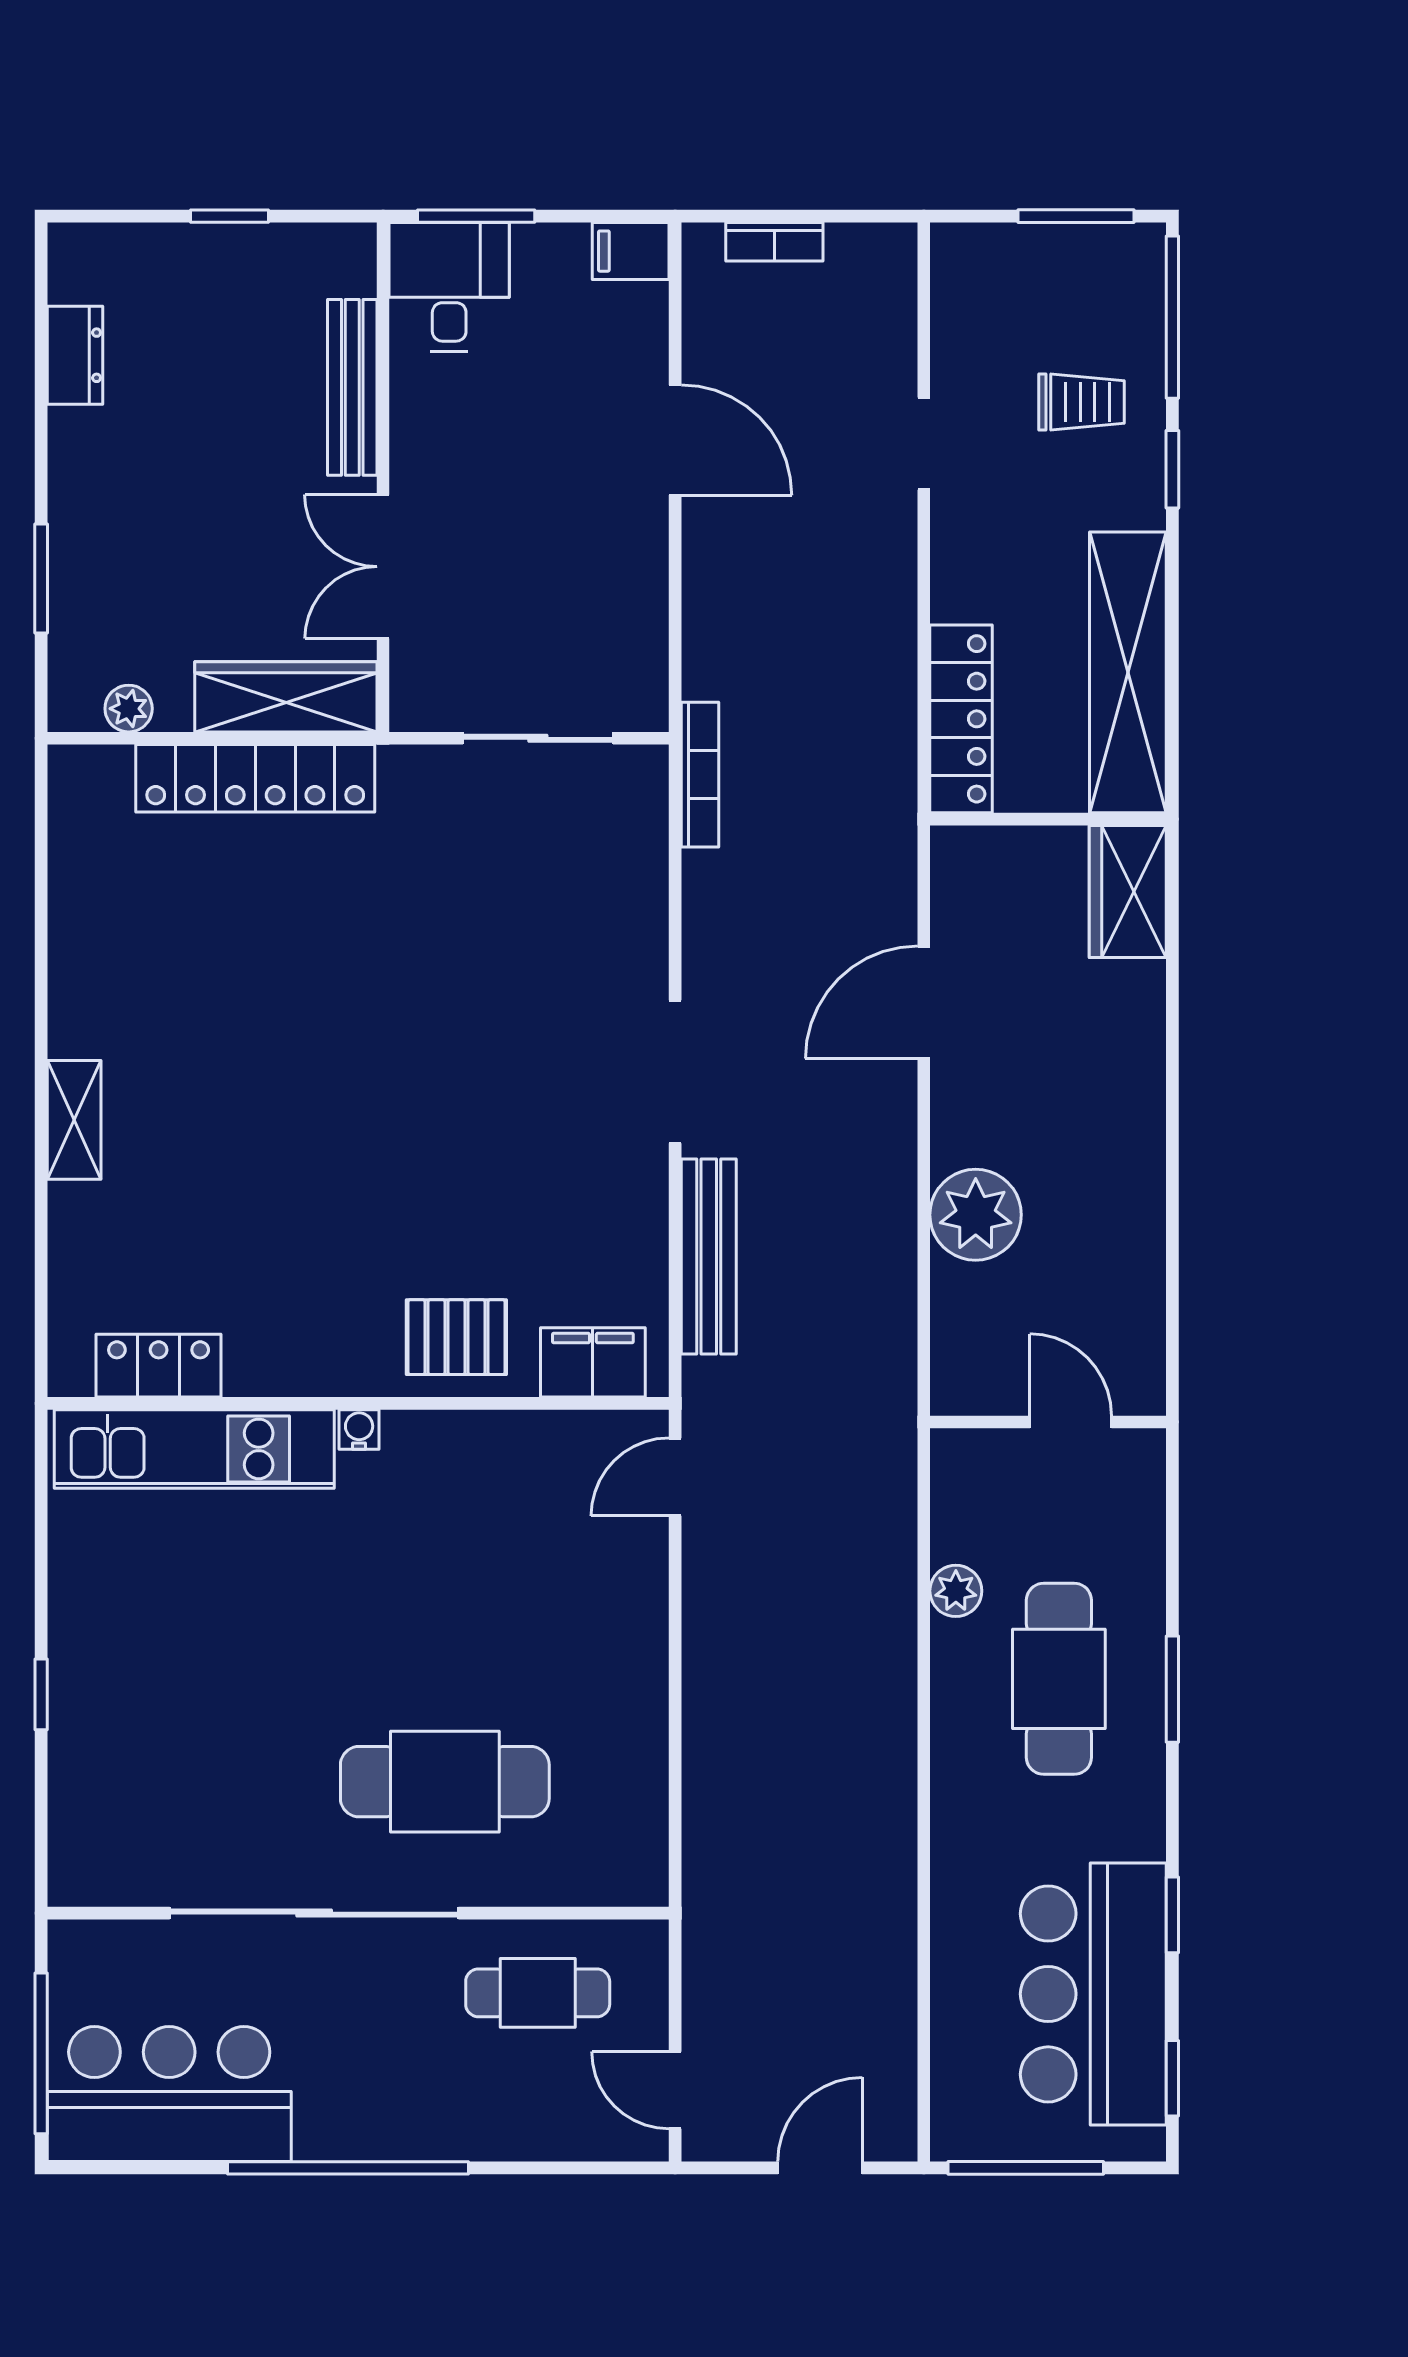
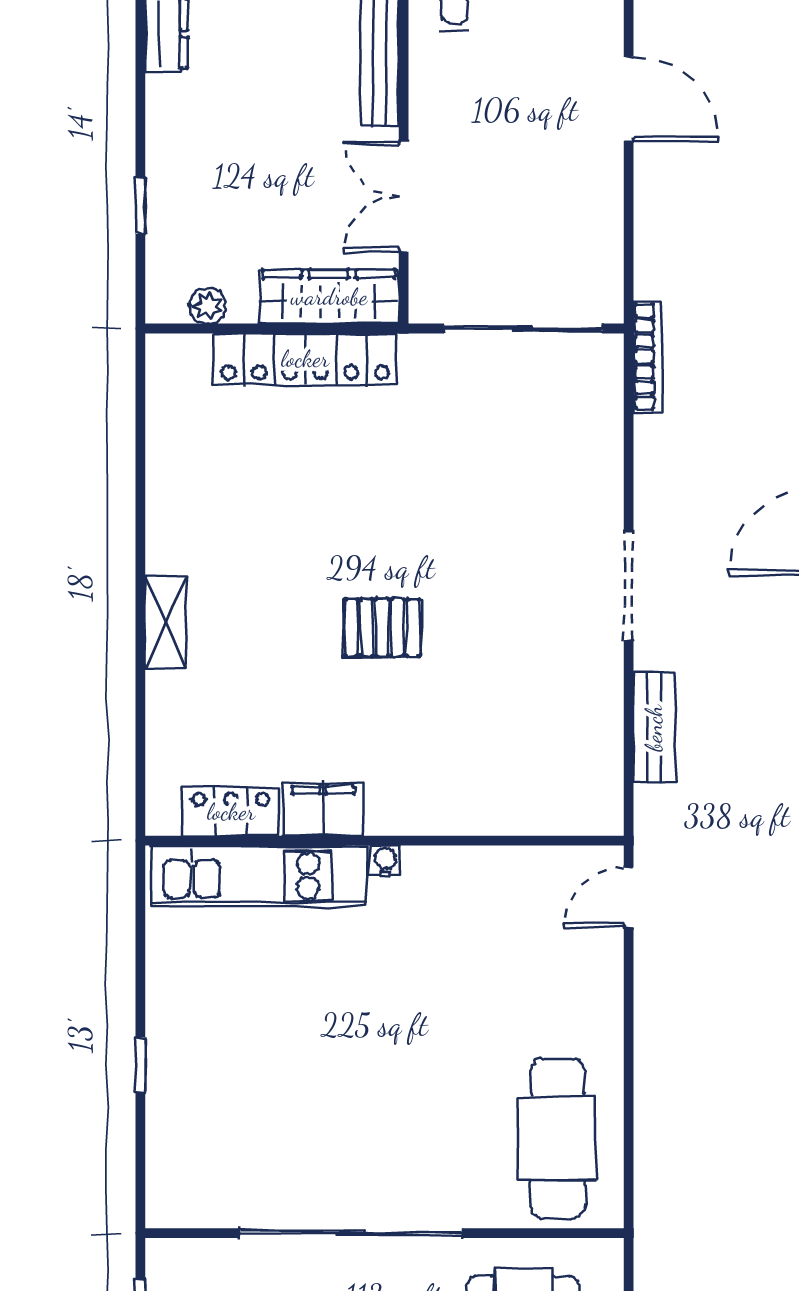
window: (41, 579) -> (140, 206), width x0.67
sliding door: (538, 738) -> (523, 329), width x1.37
bench: (709, 1257) -> (654, 728), width x0.73
pallet: (456, 1337) -> (382, 628), moved
filing cabinet: (593, 1362) -> (323, 809), moved
cafe table: (445, 1782) -> (558, 1138), moved, turned 90

